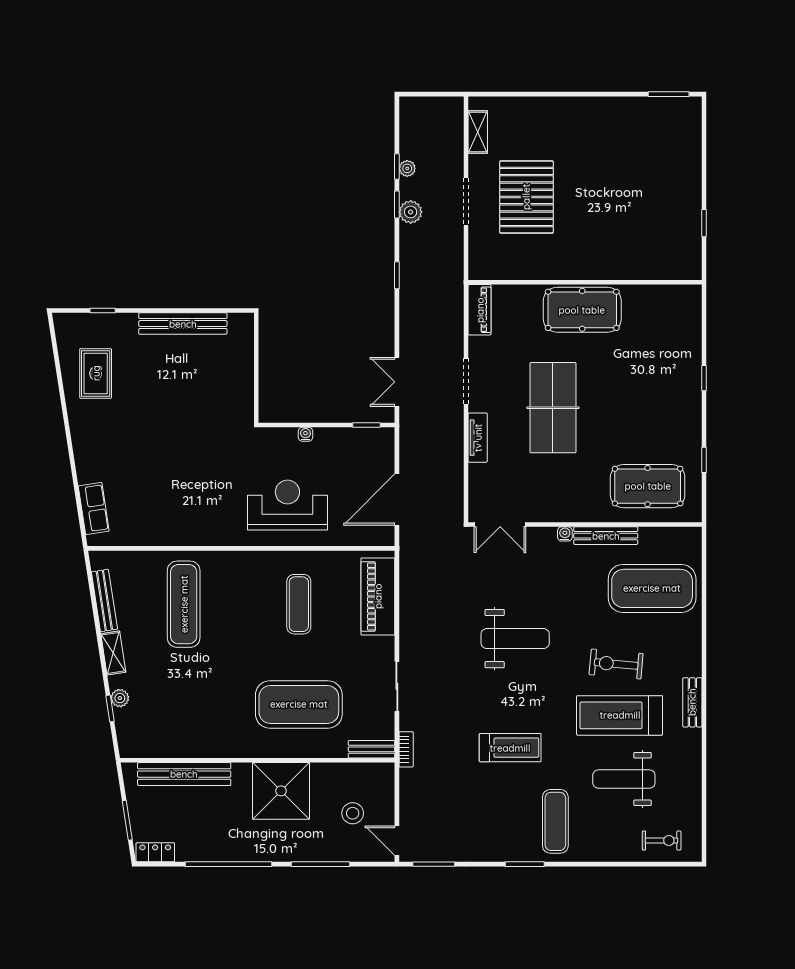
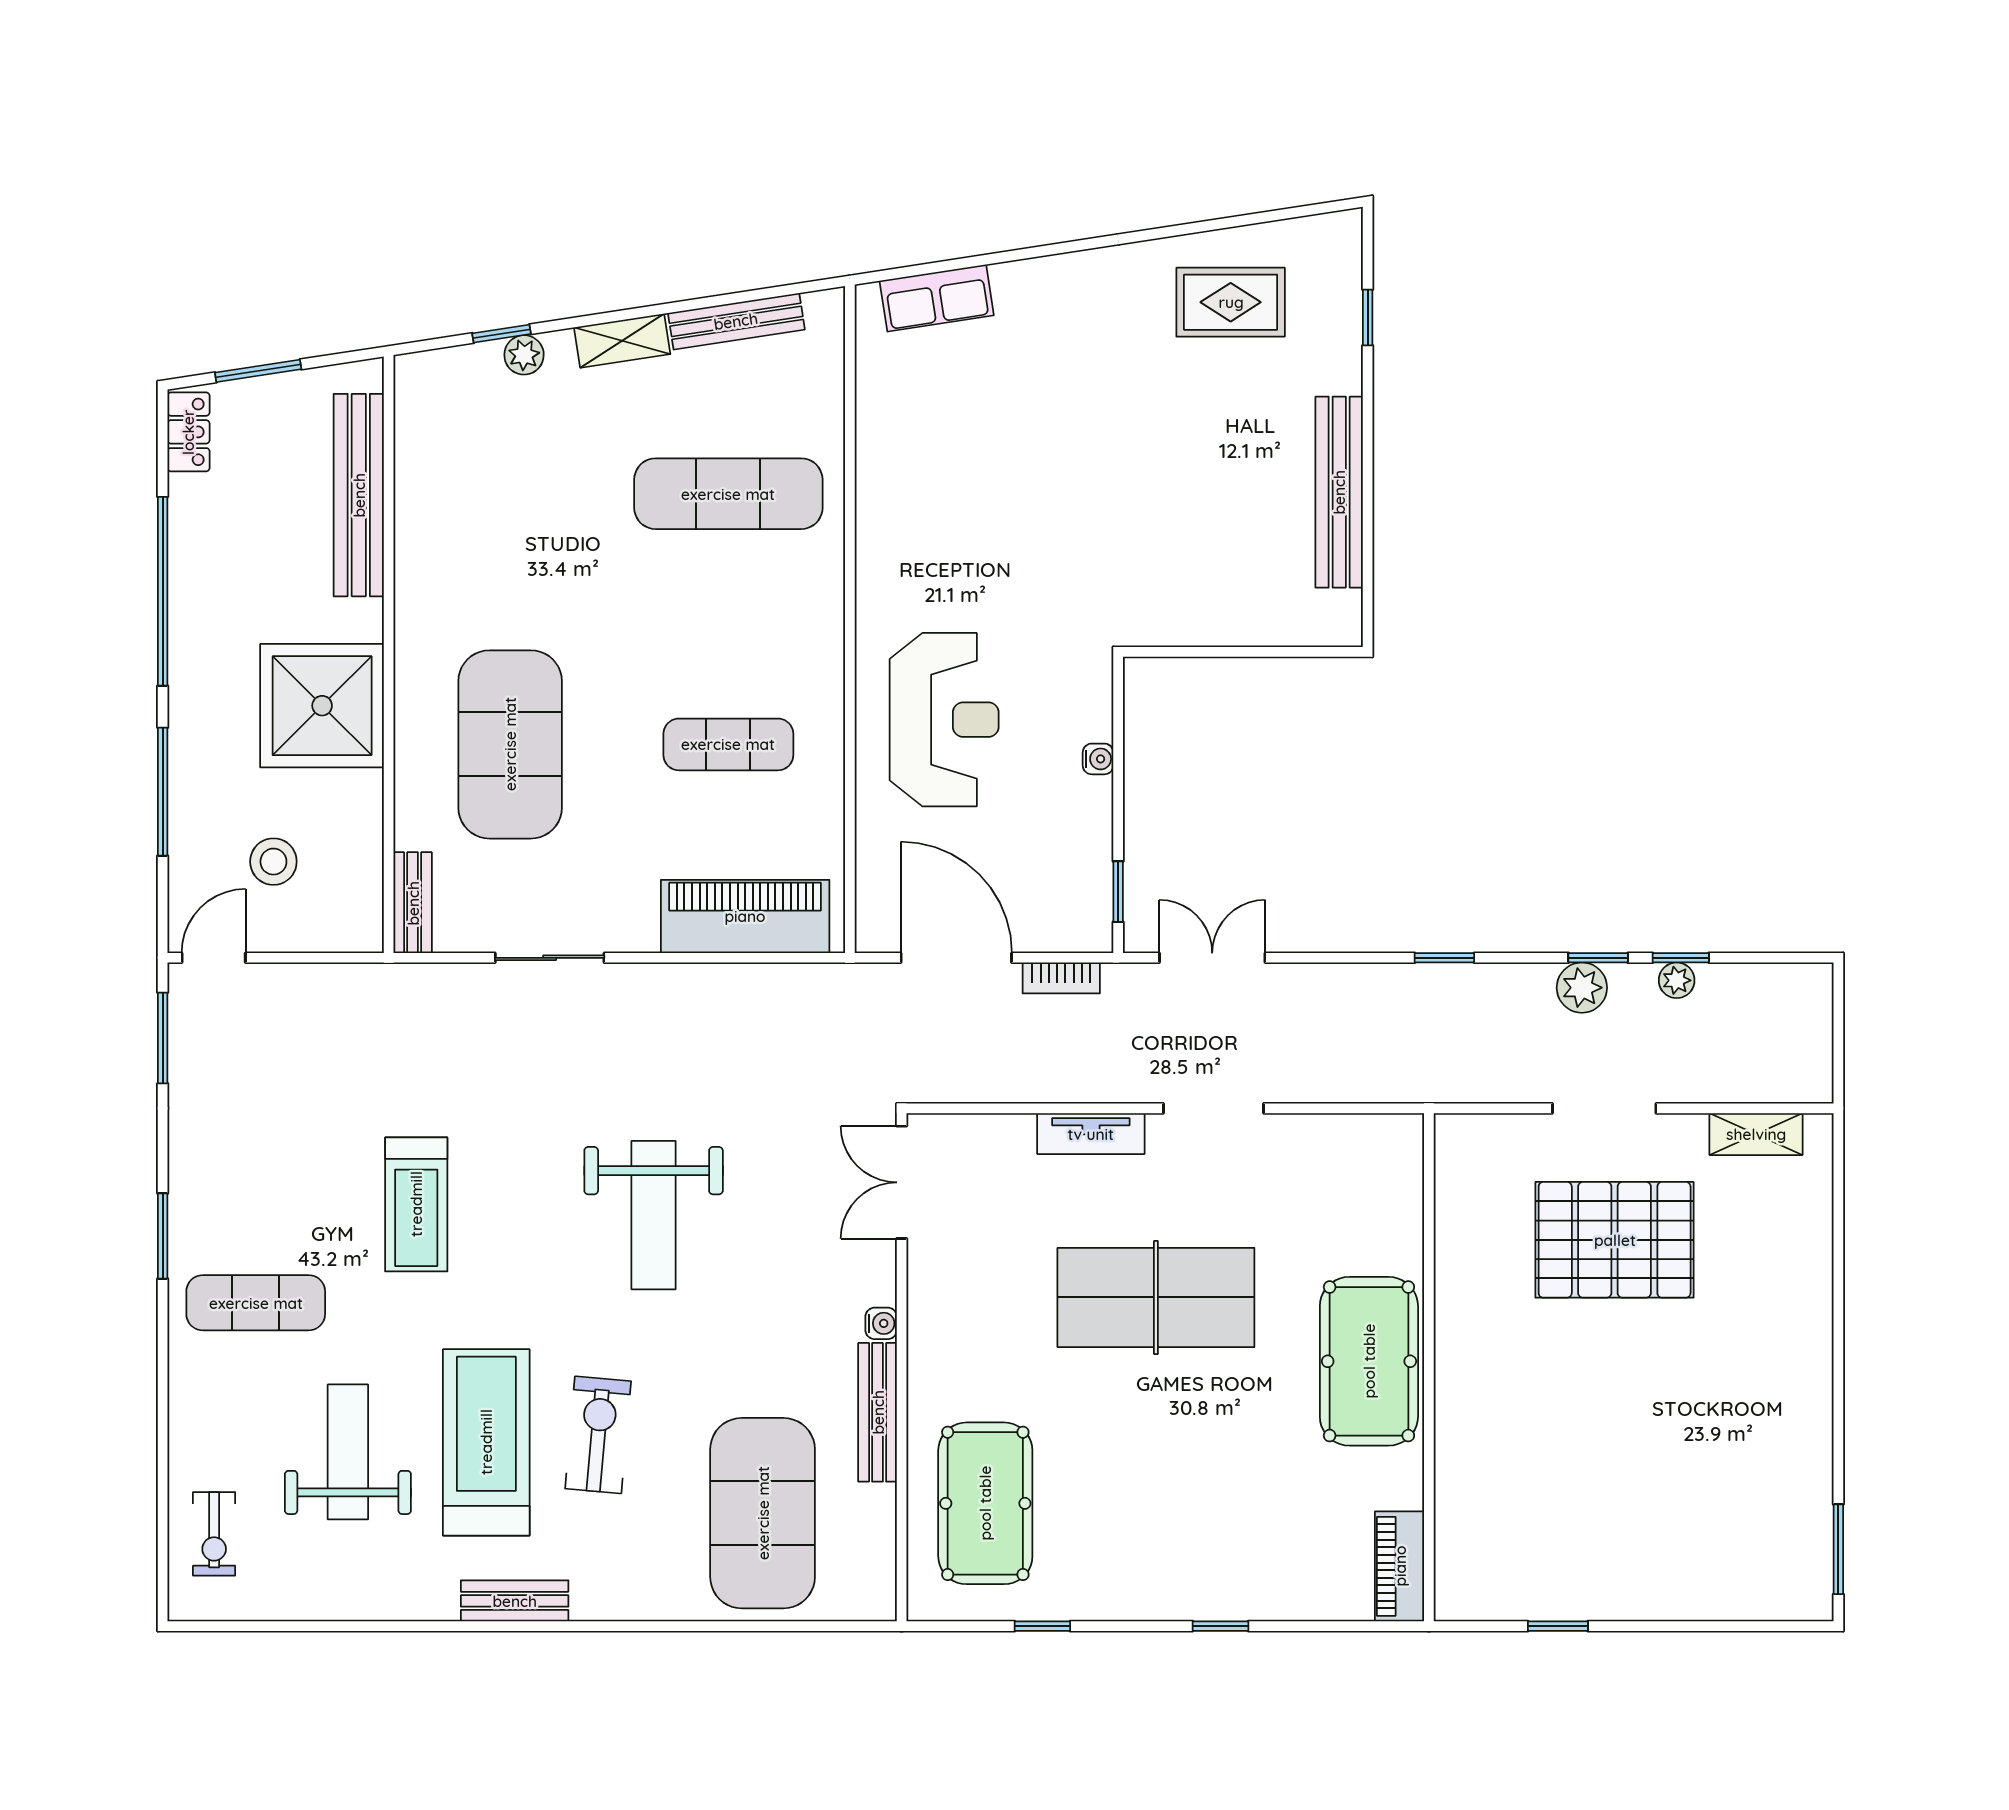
piano: (480, 310) -> (1400, 1566), moved, turned 90
bookcase: (406, 749) -> (1061, 978), moved

